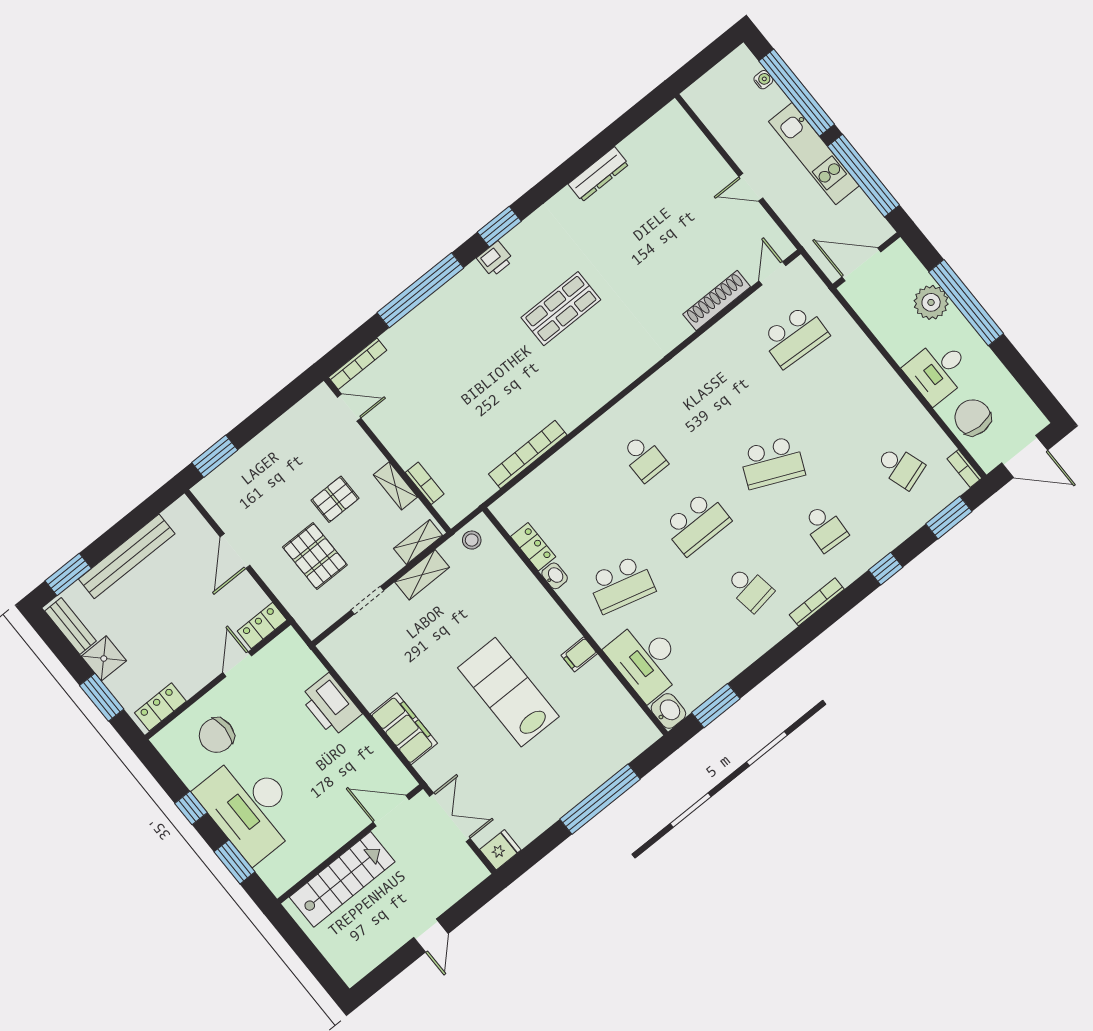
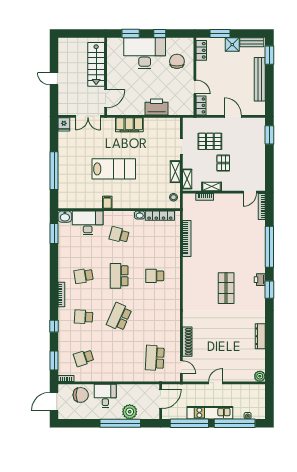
plant: (673, 116) -> (260, 376), added
locker: (533, 547) -> (160, 216), width x1.53
school desk: (621, 584) -> (119, 235), width x0.54

